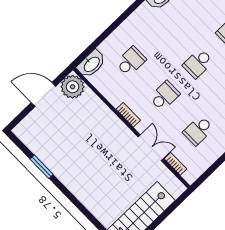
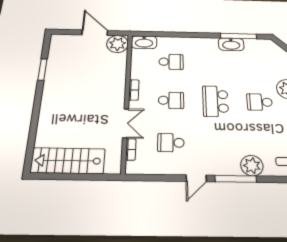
school desk: (198, 63) -> (215, 101), width x1.85

